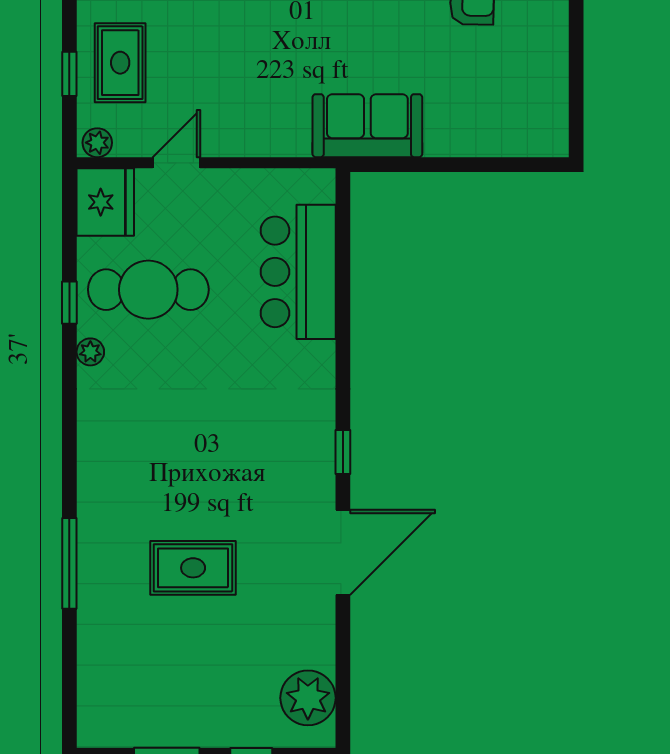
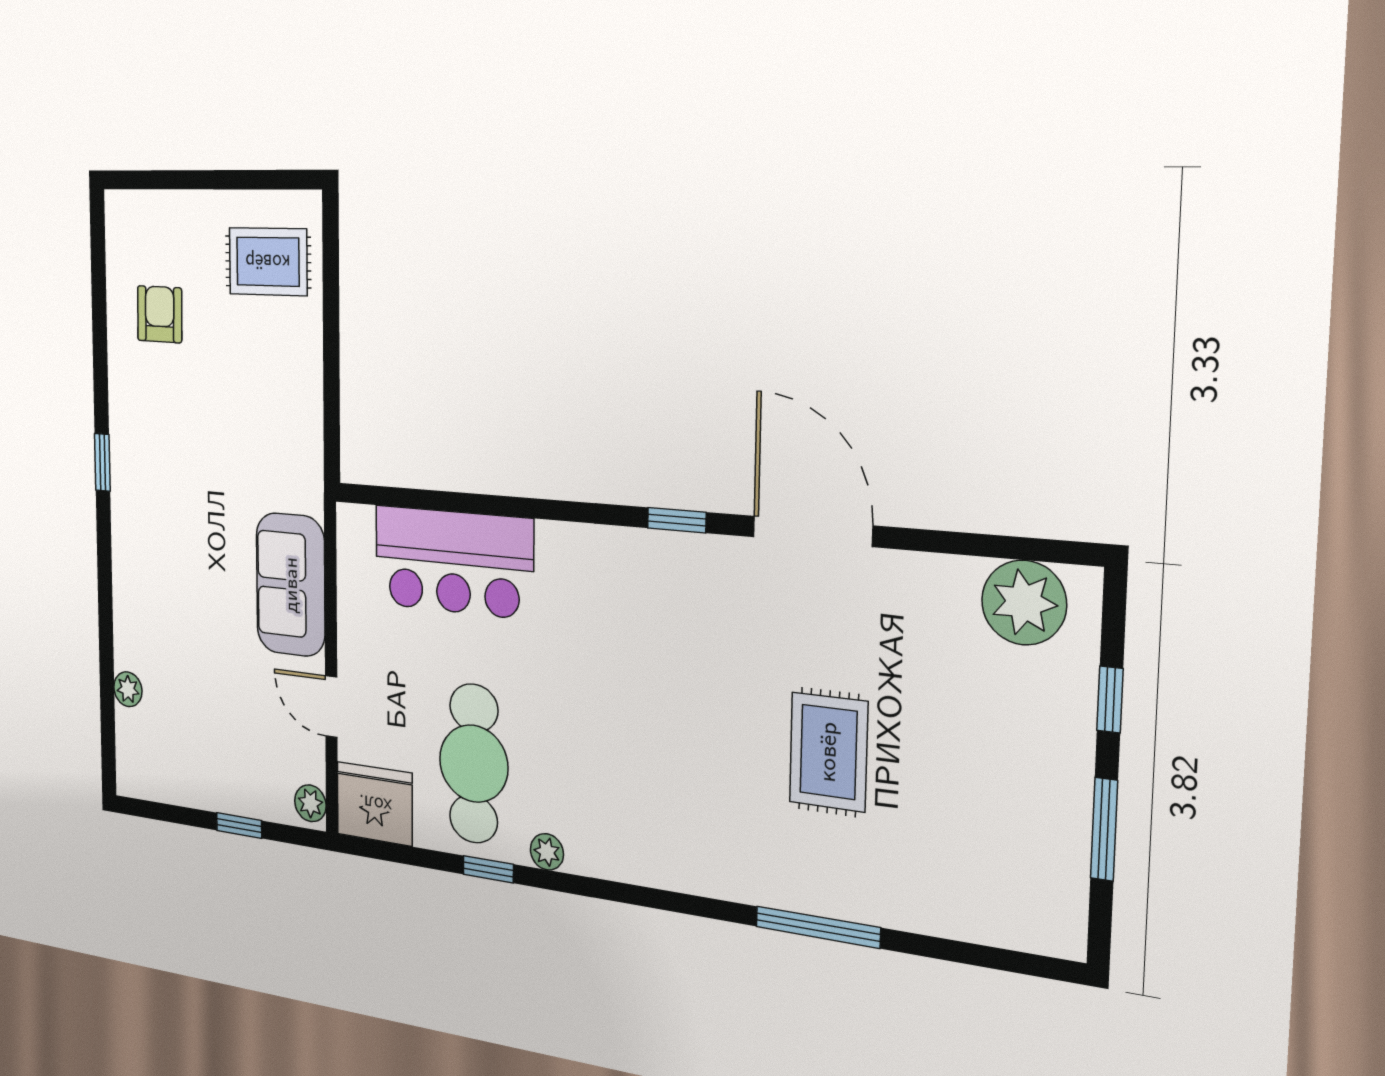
rug: (120, 63) -> (268, 262), moved
sofa: (367, 126) -> (291, 585), moved

